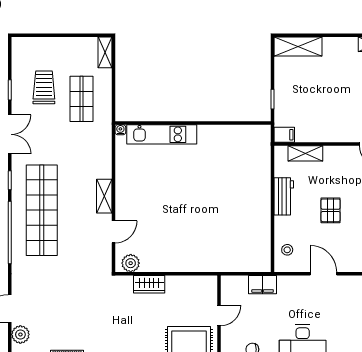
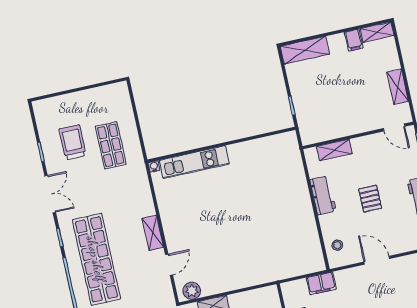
shelving: (105, 52) -> (123, 96), removed
filing cabinet: (284, 135) -> (354, 40), moved, turned 90

